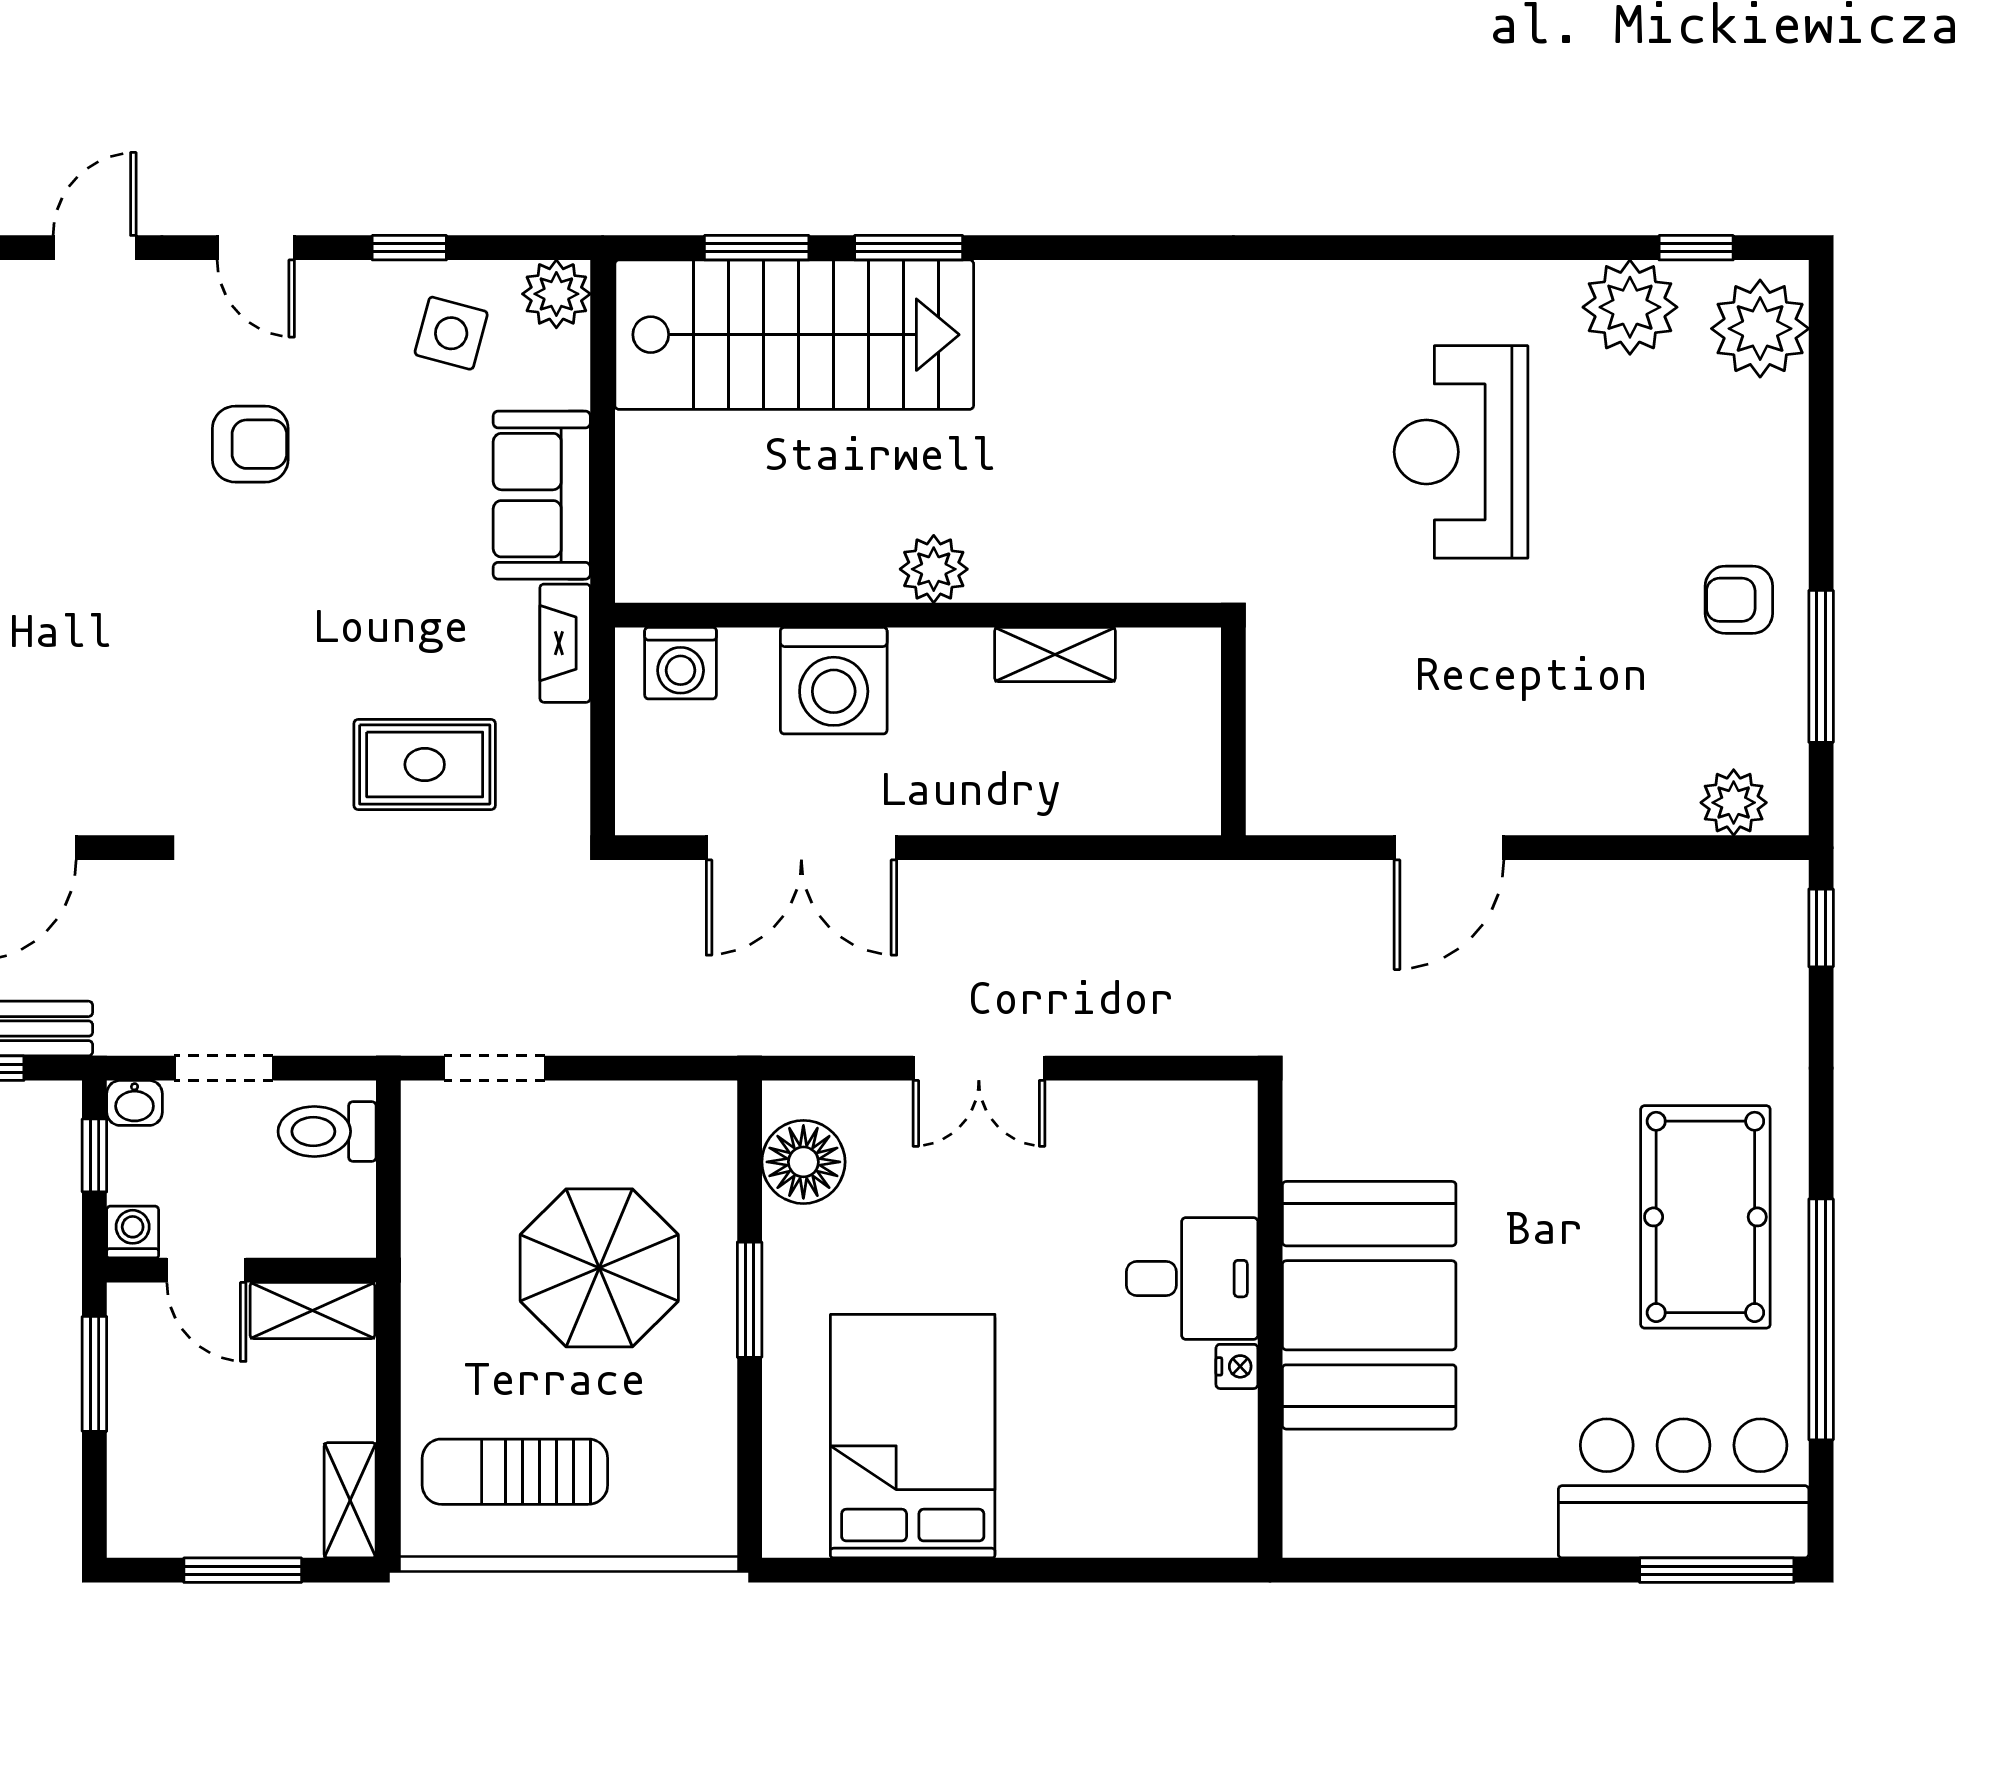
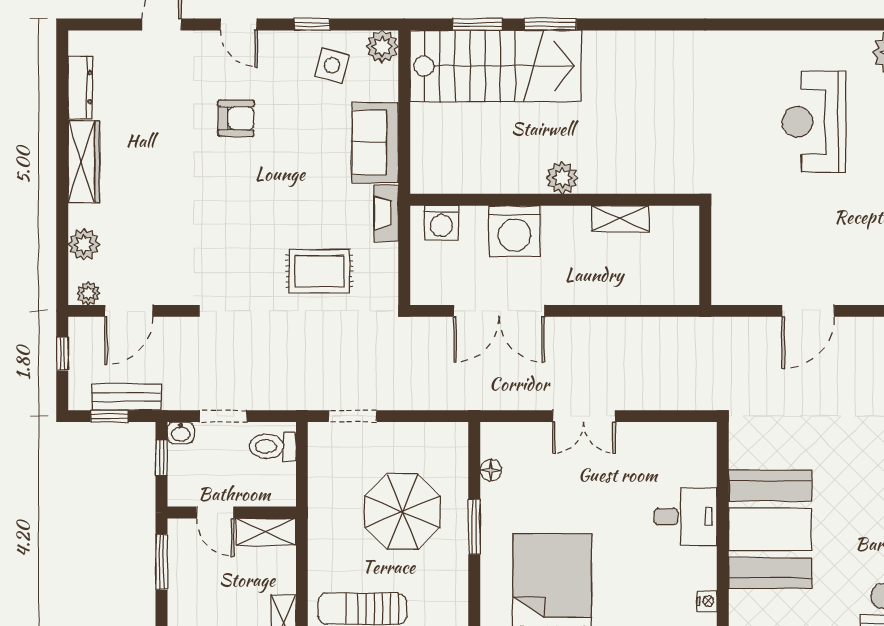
floor lamp: (803, 1162) -> (491, 470), width x0.53, depth x0.53
washing machine: (133, 1232) -> (180, 494), removed
nightstand: (1237, 1366) -> (707, 601), moved

